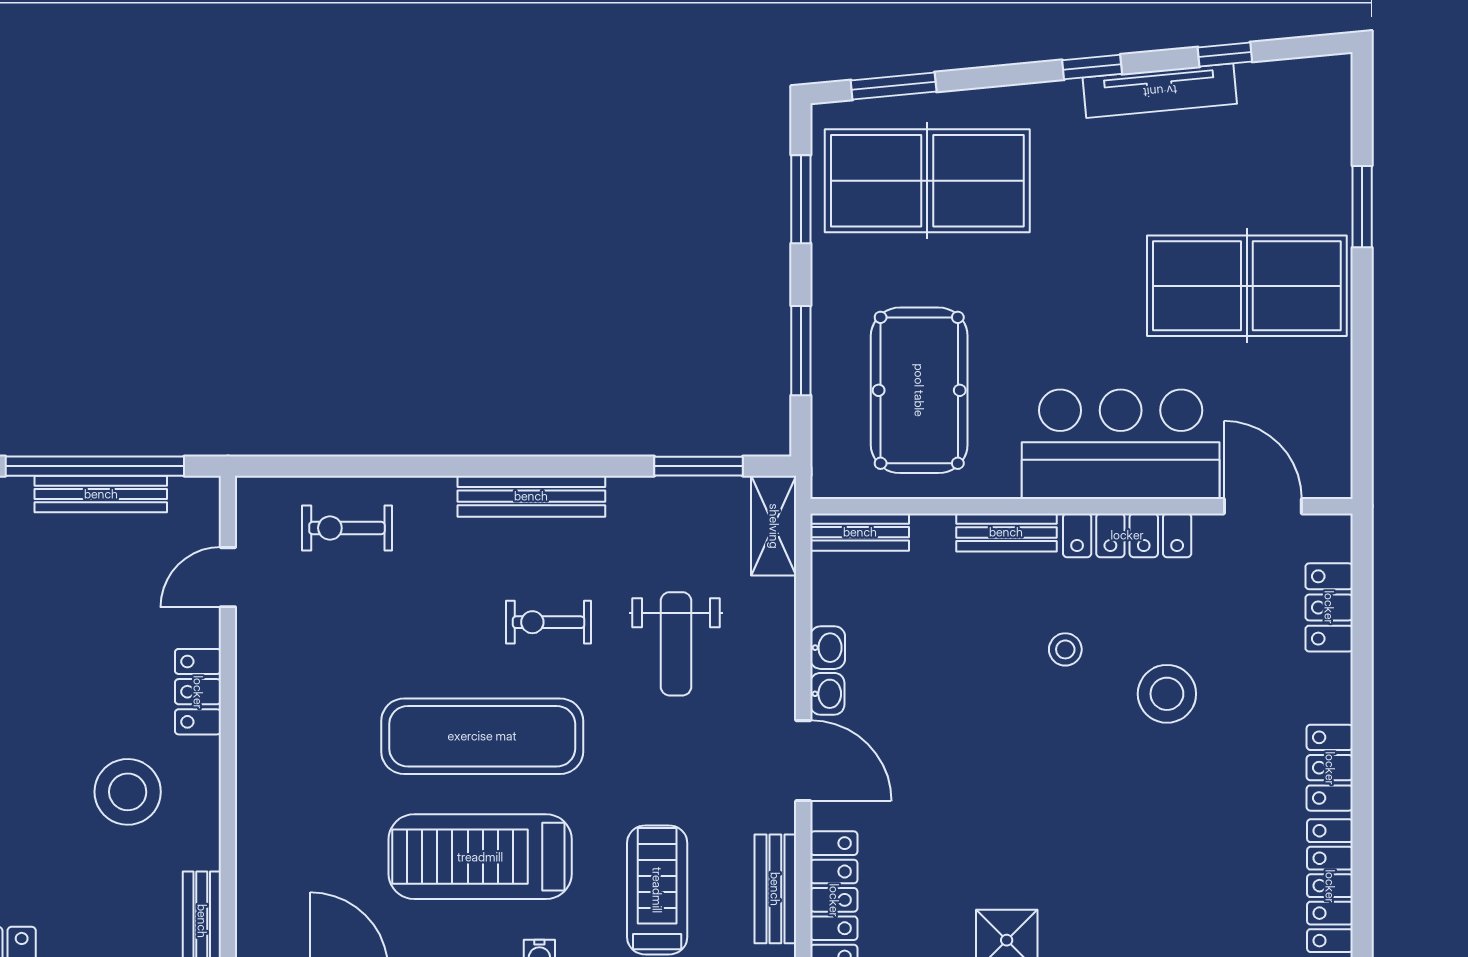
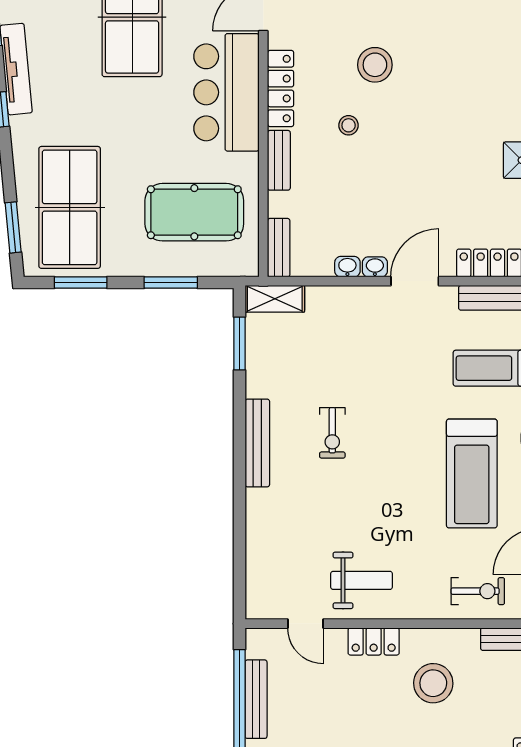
exercise bike: (347, 528) -> (478, 591), moved, turned -90
weight bench: (676, 644) -> (362, 580), moved
exercise mat: (482, 736) -> (400, 472), removed

